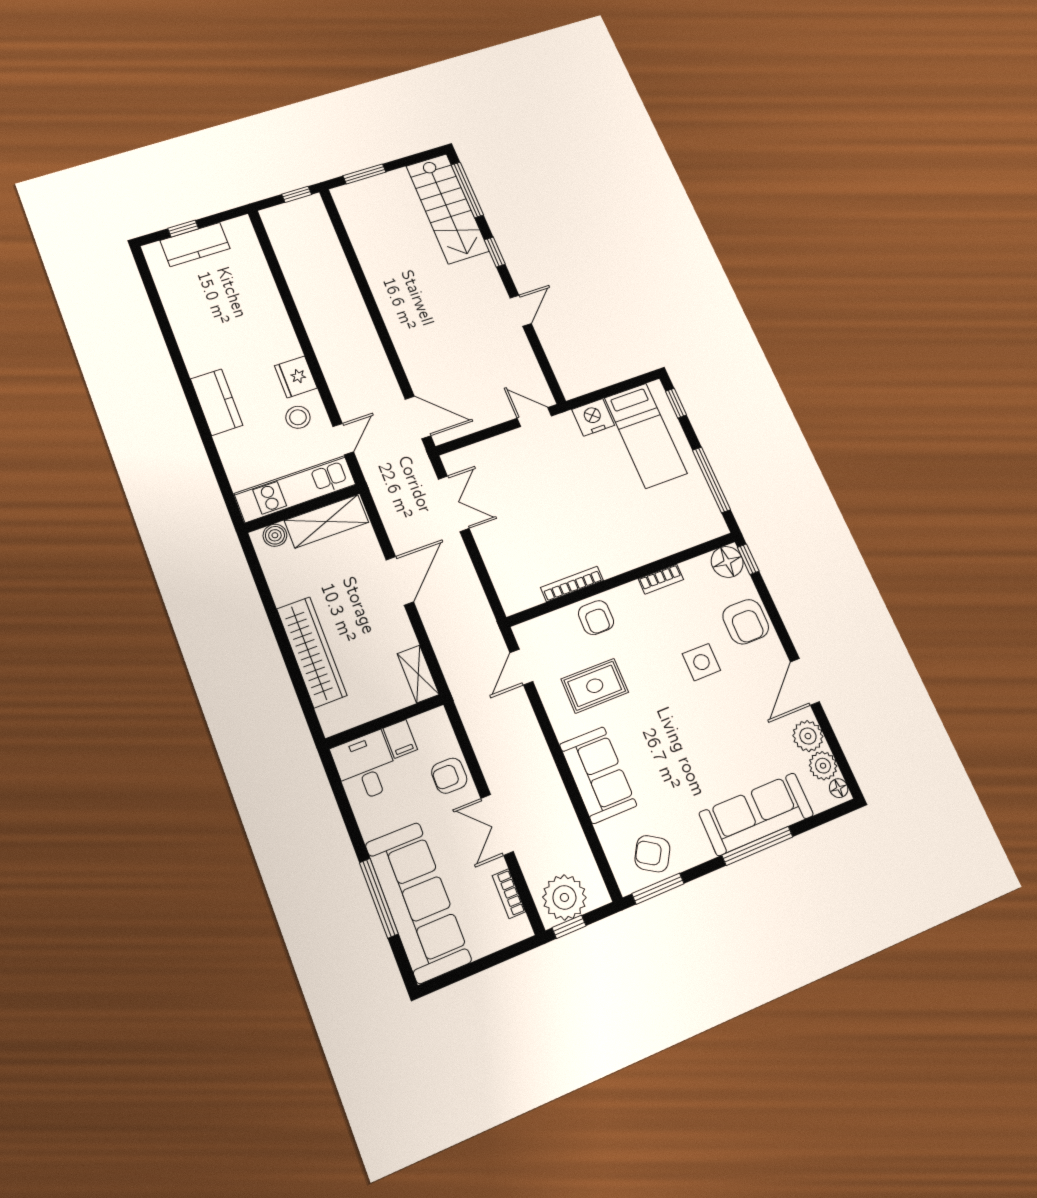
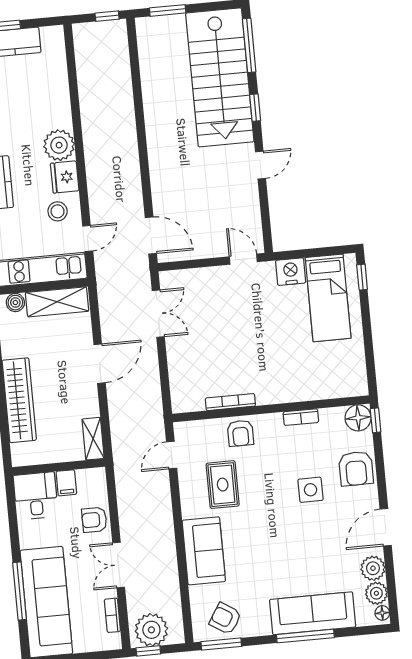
stairs: (447, 208) -> (220, 77), width x1.36, depth x1.51
plant: (279, 343) -> (59, 145), added
window: (711, 480) -> (369, 348), removed
rug: (595, 686) -> (223, 485), turned 90

